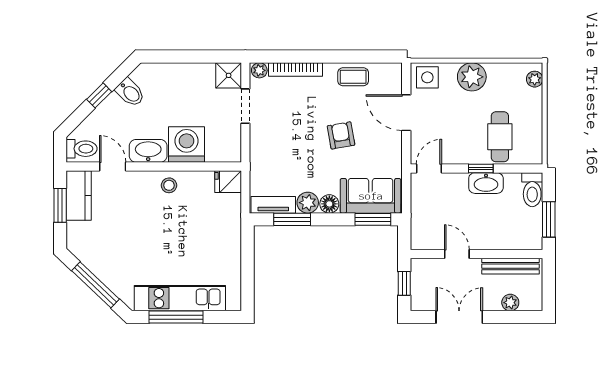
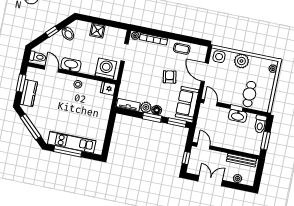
shower: (229, 75) -> (97, 31), moved
washing machine: (187, 144) -> (106, 69), moved
door: (429, 168) -> (210, 103), hinge flipped
kitchen counter: (79, 195) -> (29, 93), moved
sofa: (371, 196) -> (187, 103), moved, turned -90
window: (292, 219) -> (152, 117), moved
door: (457, 254) -> (203, 146), moved

